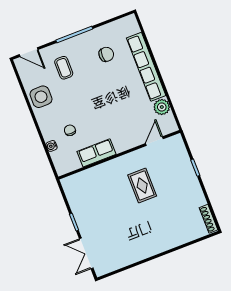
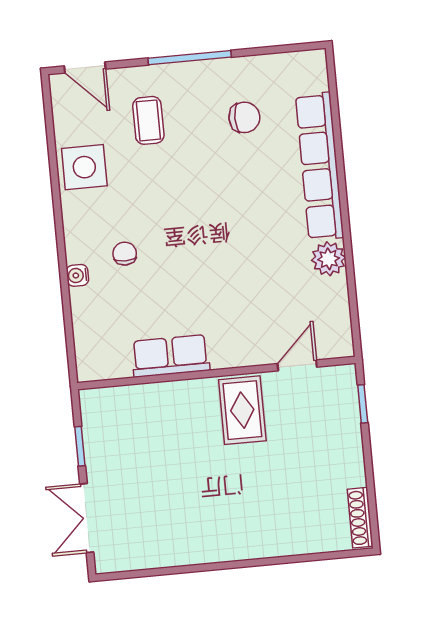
door: (154, 141) -> (297, 365), moved
row of seats: (96, 153) -> (170, 356), moved
wall: (119, 155) -> (216, 373), moved

